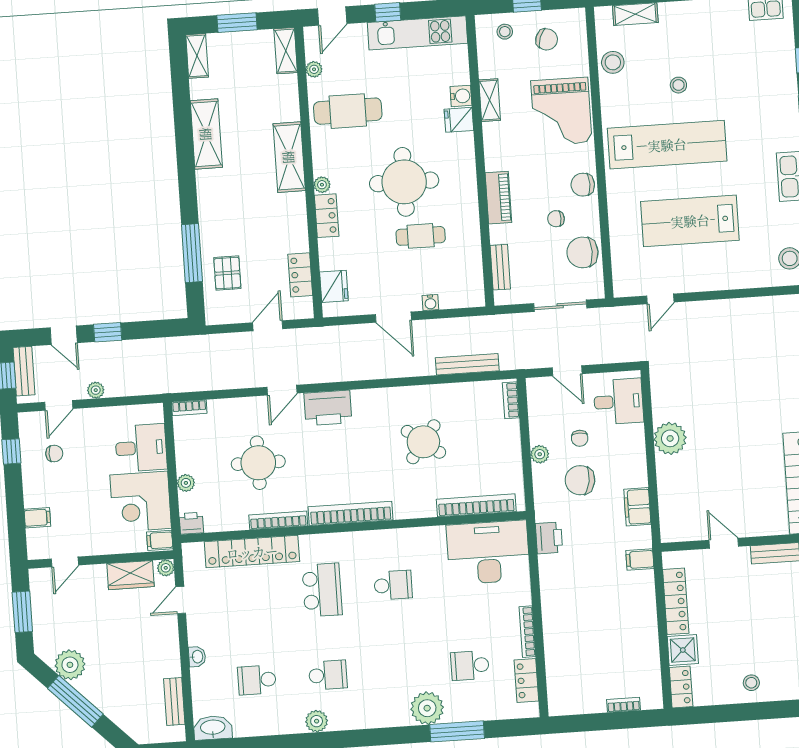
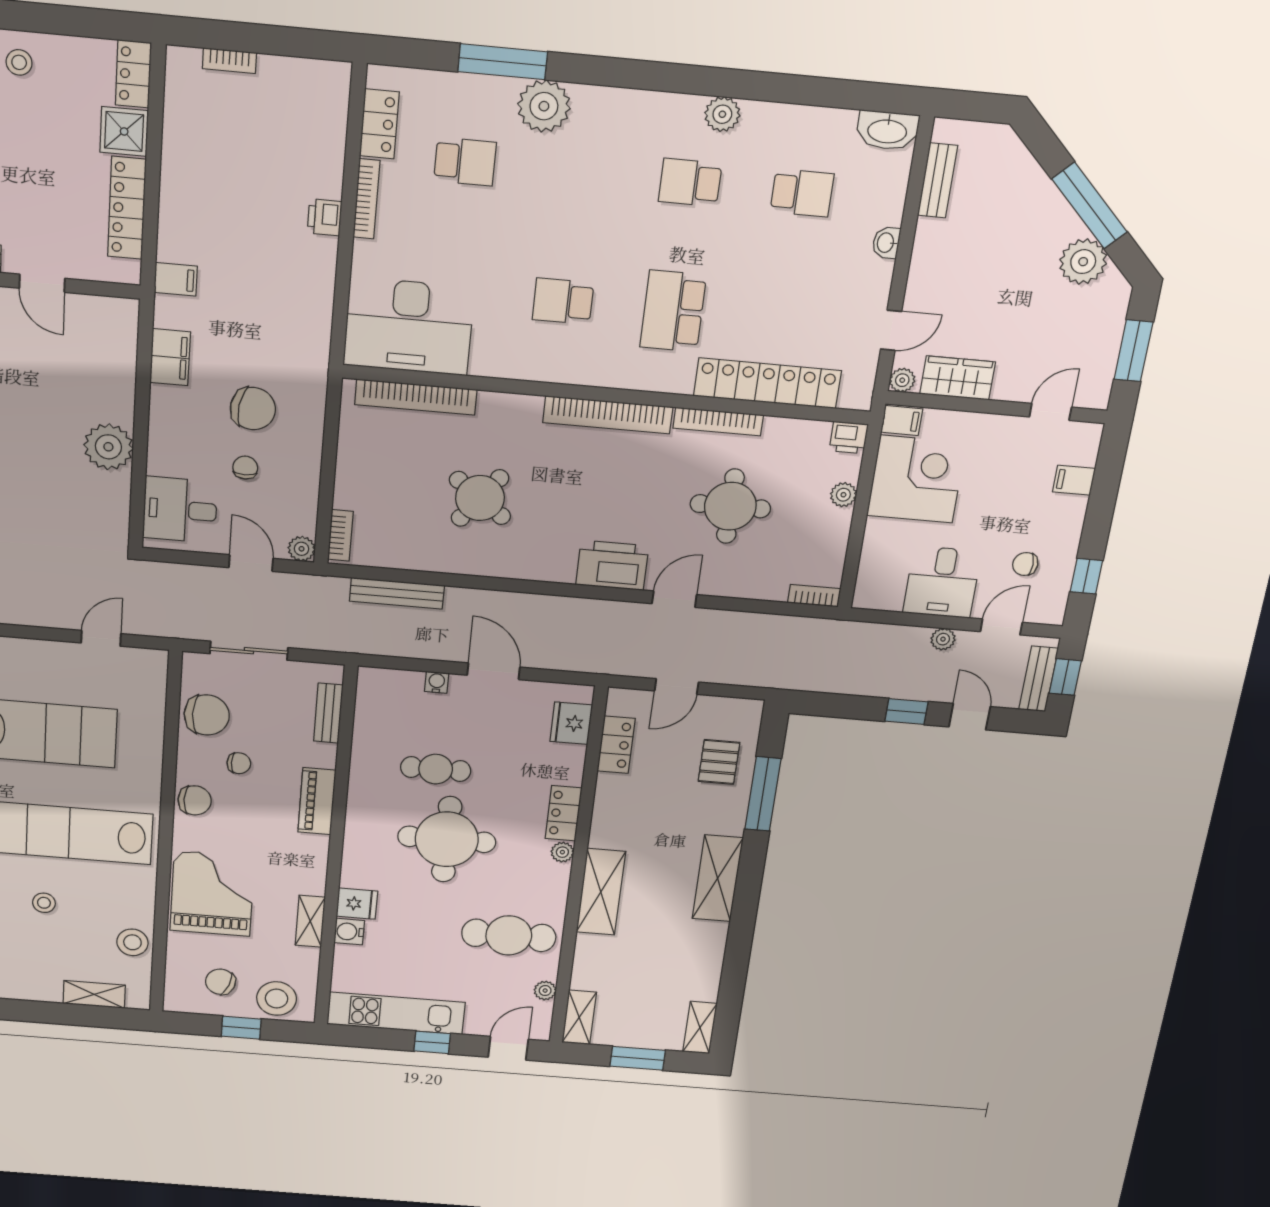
stool: (505, 32) -> (277, 999), width x1.89, depth x1.89
shelving: (206, 134) -> (718, 878), moved
desk: (141, 448) -> (942, 582), moved, turned -90
plant: (540, 454) -> (302, 549), moved
printer: (549, 538) -> (324, 217), moved, width x0.73, depth x0.81

